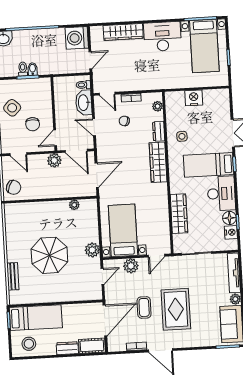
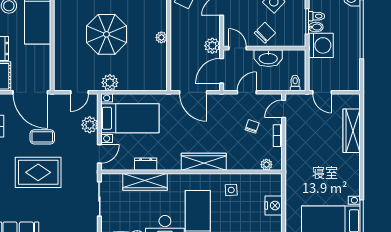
desk: (162, 37) -> (344, 174), removed
washing machine: (77, 38) -> (321, 45), moved, turned 90
washbasin: (84, 103) -> (268, 58), moved, turned 180
chair: (33, 124) -> (265, 33), moved, turned 135
dresser: (159, 131) -> (146, 164), moved
plant: (74, 205) -> (161, 37), moved
door: (156, 256) -> (99, 154), swing flipped
door: (102, 276) -> (80, 92), hinge flipped

